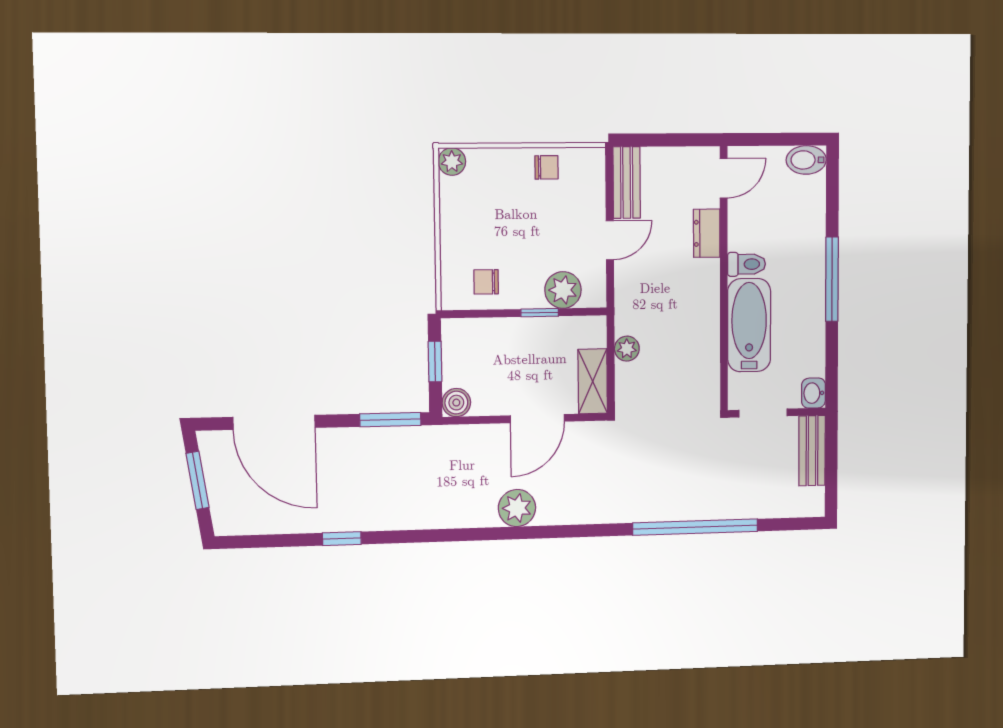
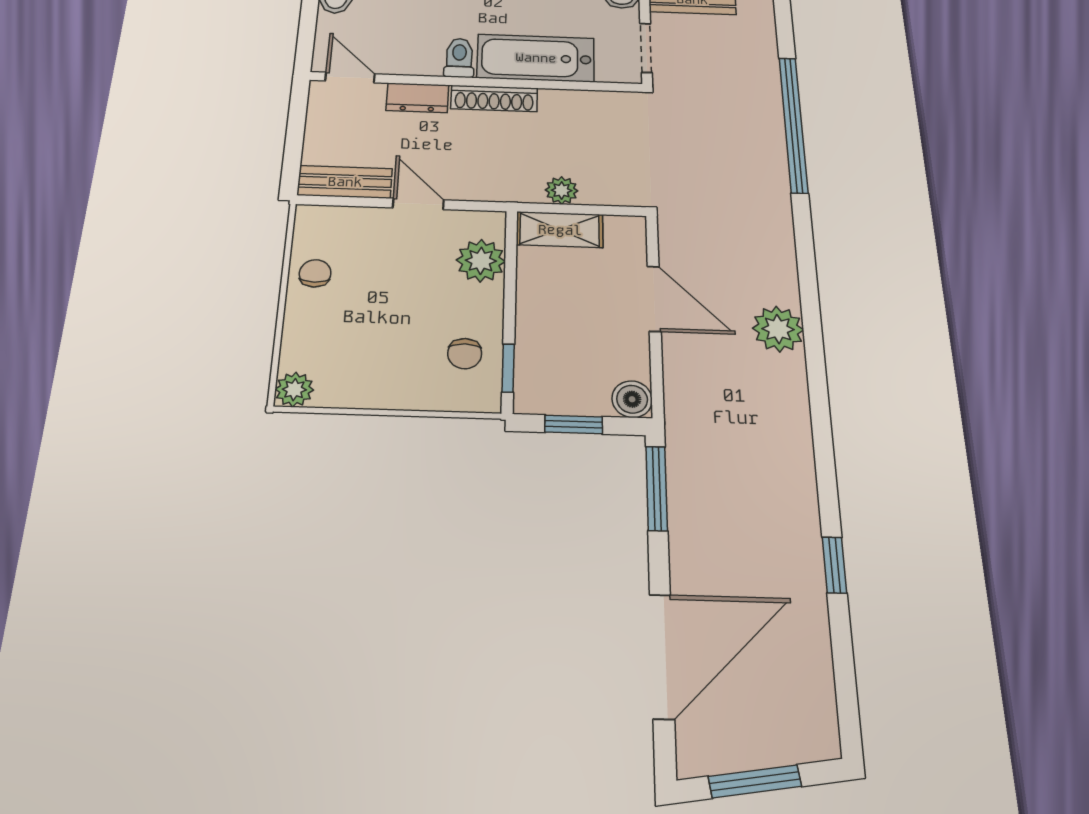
shoe rack: (709, 294) -> (494, 98), added
window: (540, 313) -> (508, 368), moved
shelving: (593, 381) -> (560, 230), moved

